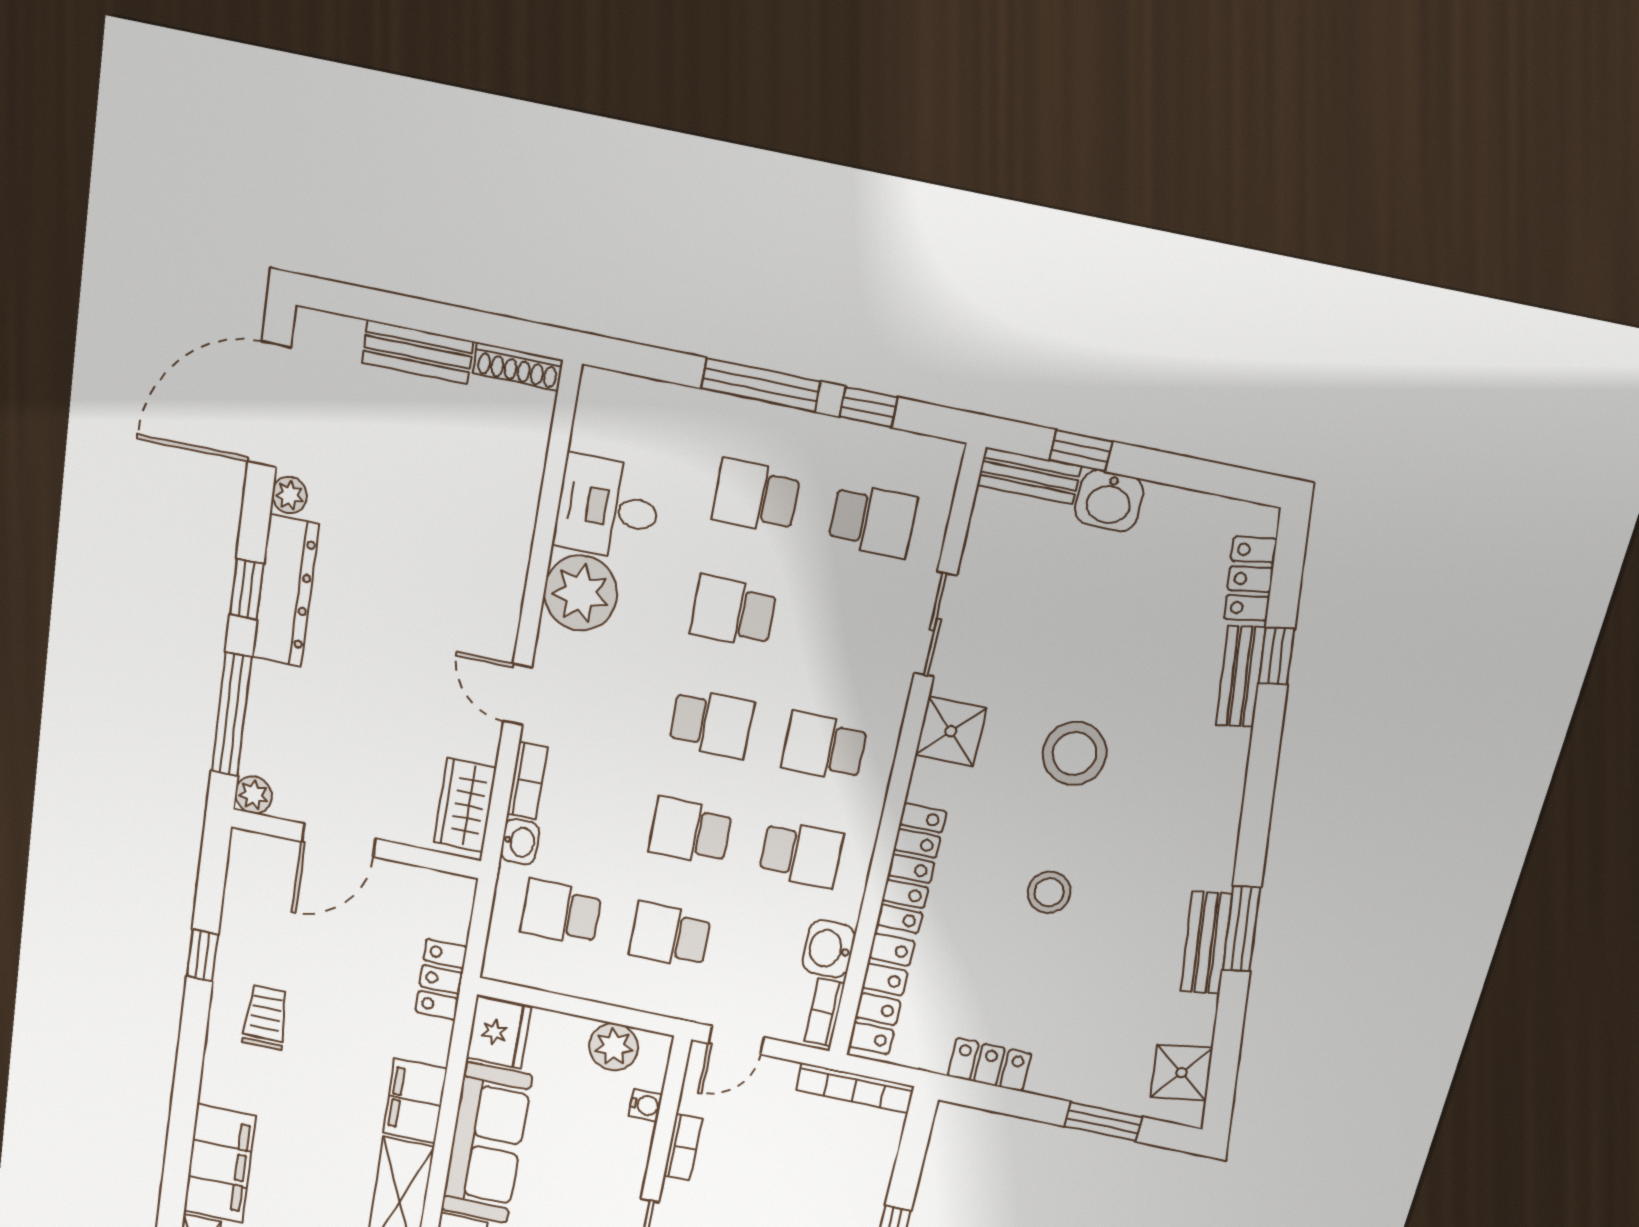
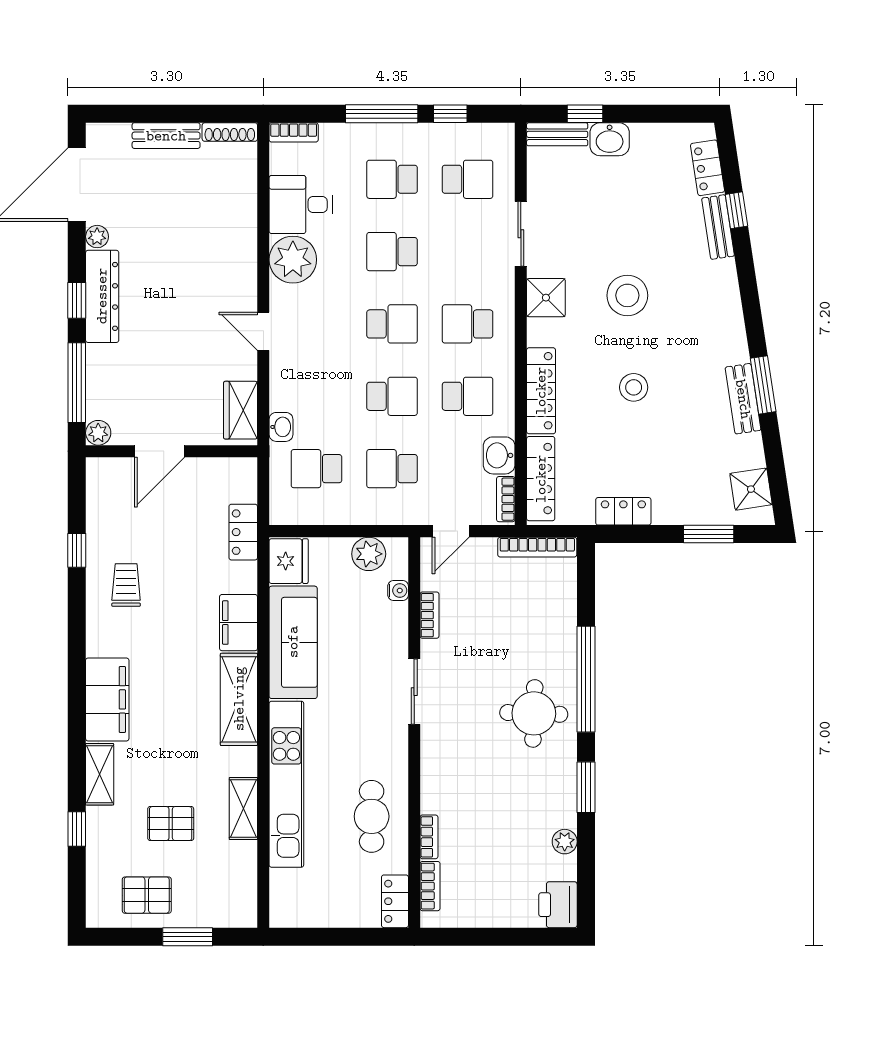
bookcase: (527, 781) -> (294, 132), moved, turned 90
school desk: (690, 831) -> (392, 396), turned 180

